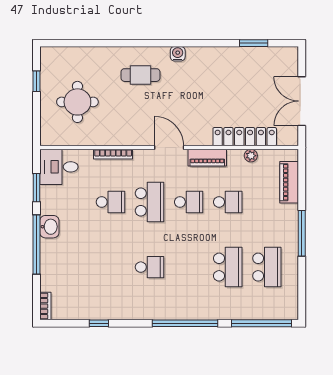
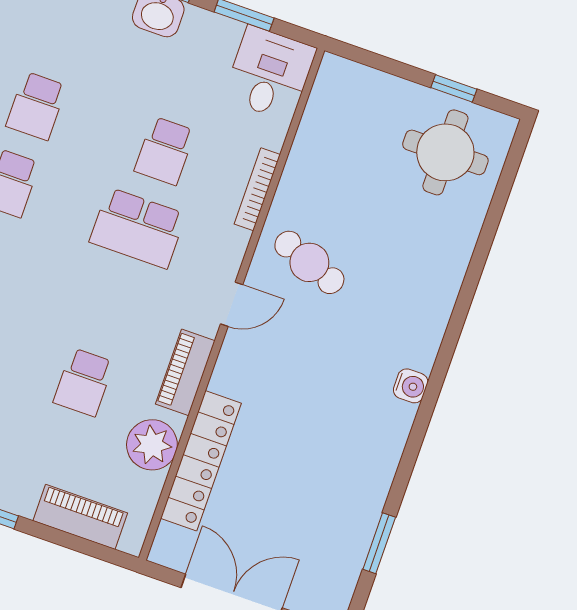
cafe table: (140, 75) -> (309, 262), moved, turned -69
round table: (77, 102) -> (445, 152), moved
door: (169, 148) -> (232, 304), width x0.73
plant: (251, 156) -> (152, 445), width x1.88, depth x1.88
school desk: (189, 202) -> (36, 106), moved

